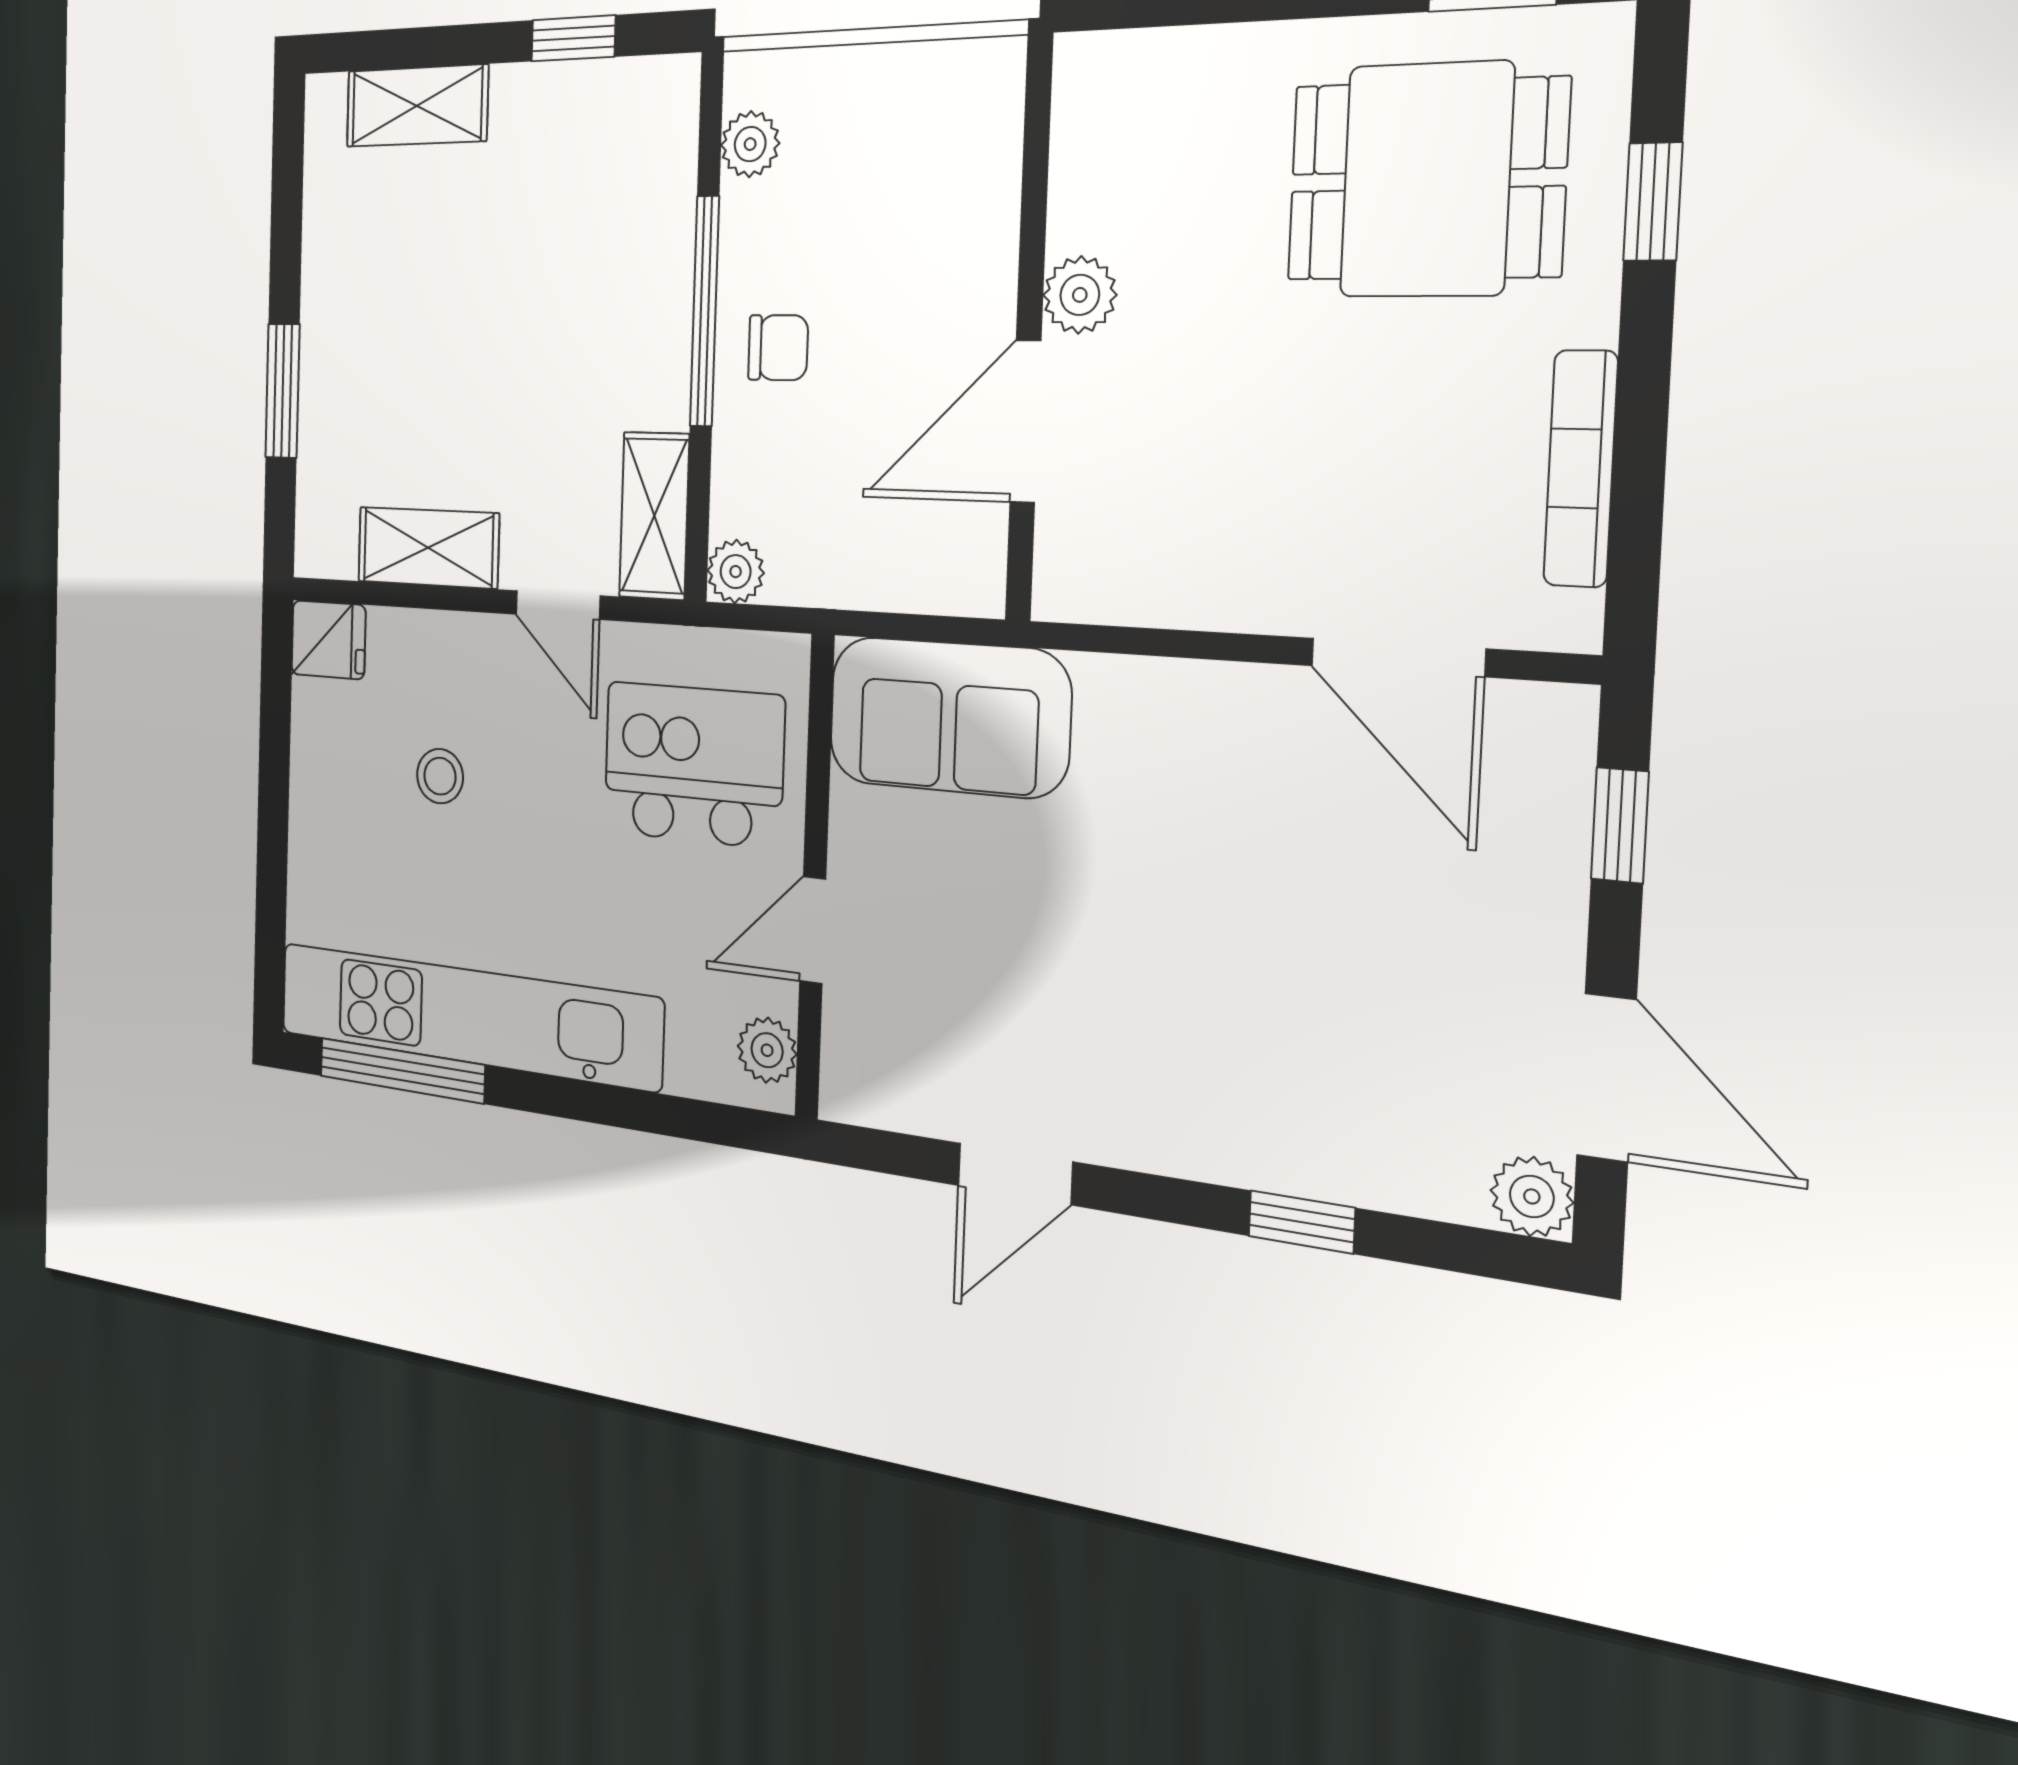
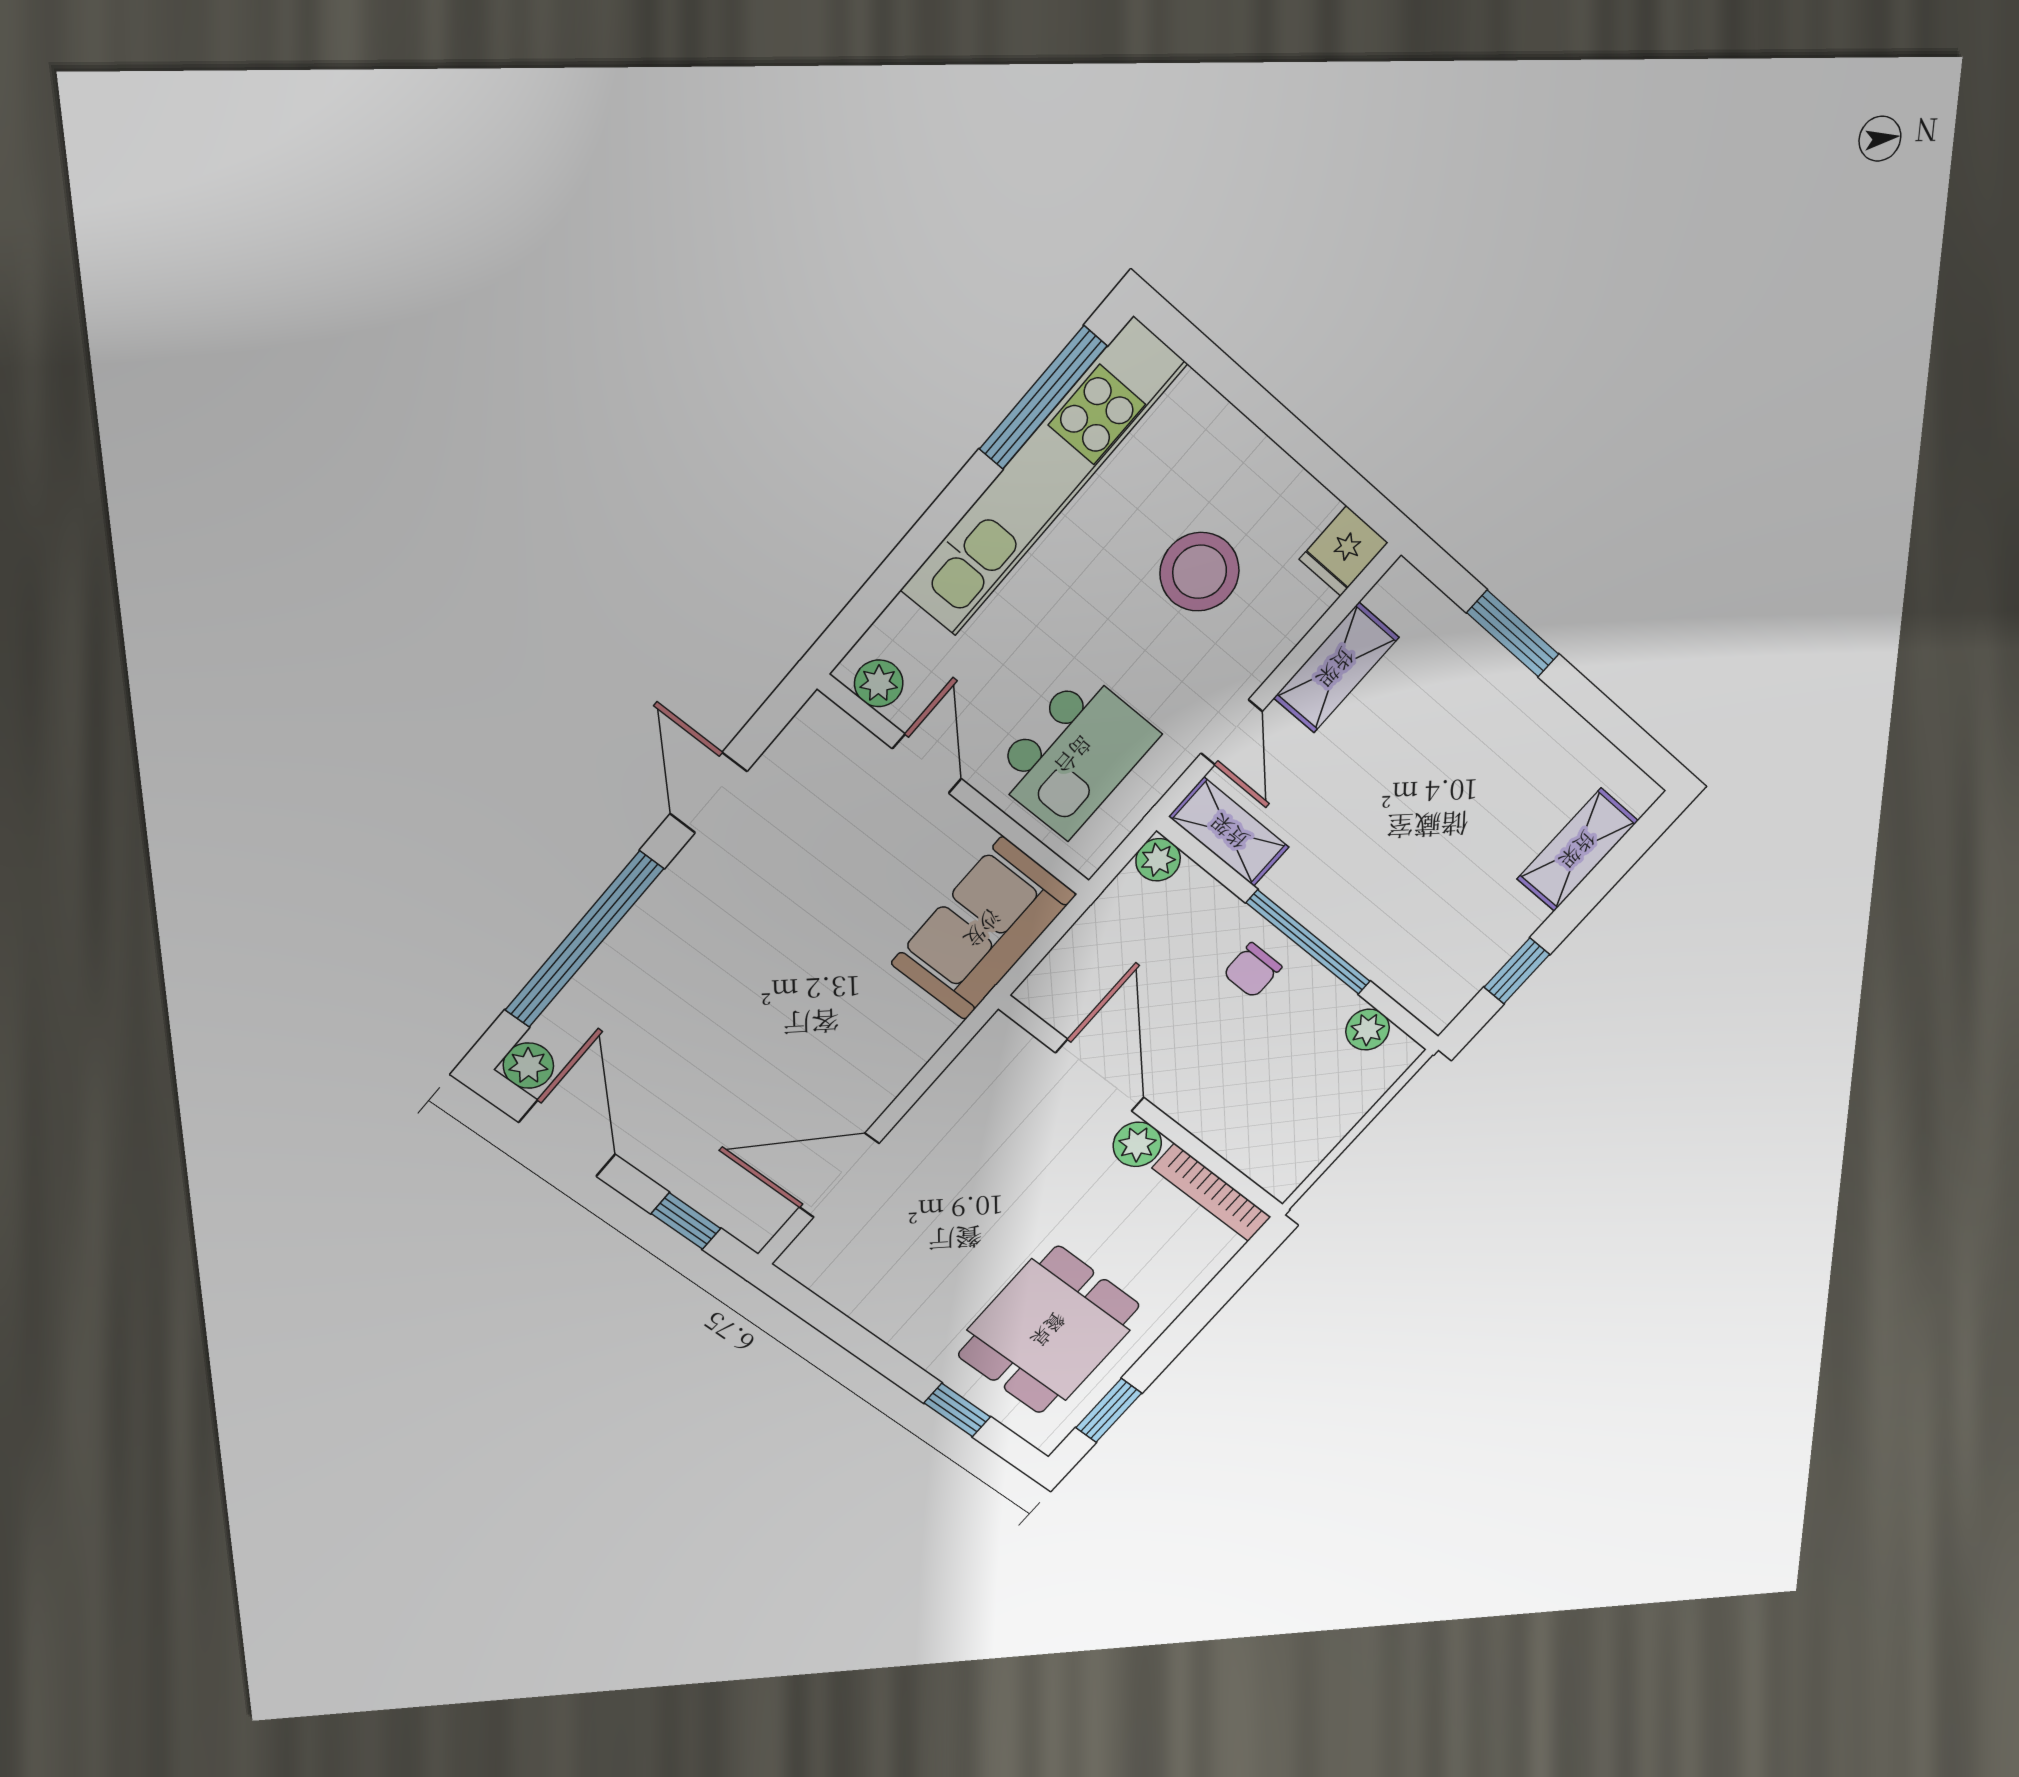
bookcase: (1581, 469) -> (1212, 1192), moved, turned 180
door: (558, 605) -> (1232, 732), swing flipped
stool: (440, 776) -> (1200, 572), width x1.89, depth x1.89
door: (1606, 1078) -> (567, 1138), swing flipped
window: (1302, 1222) -> (584, 940), width x3.17

